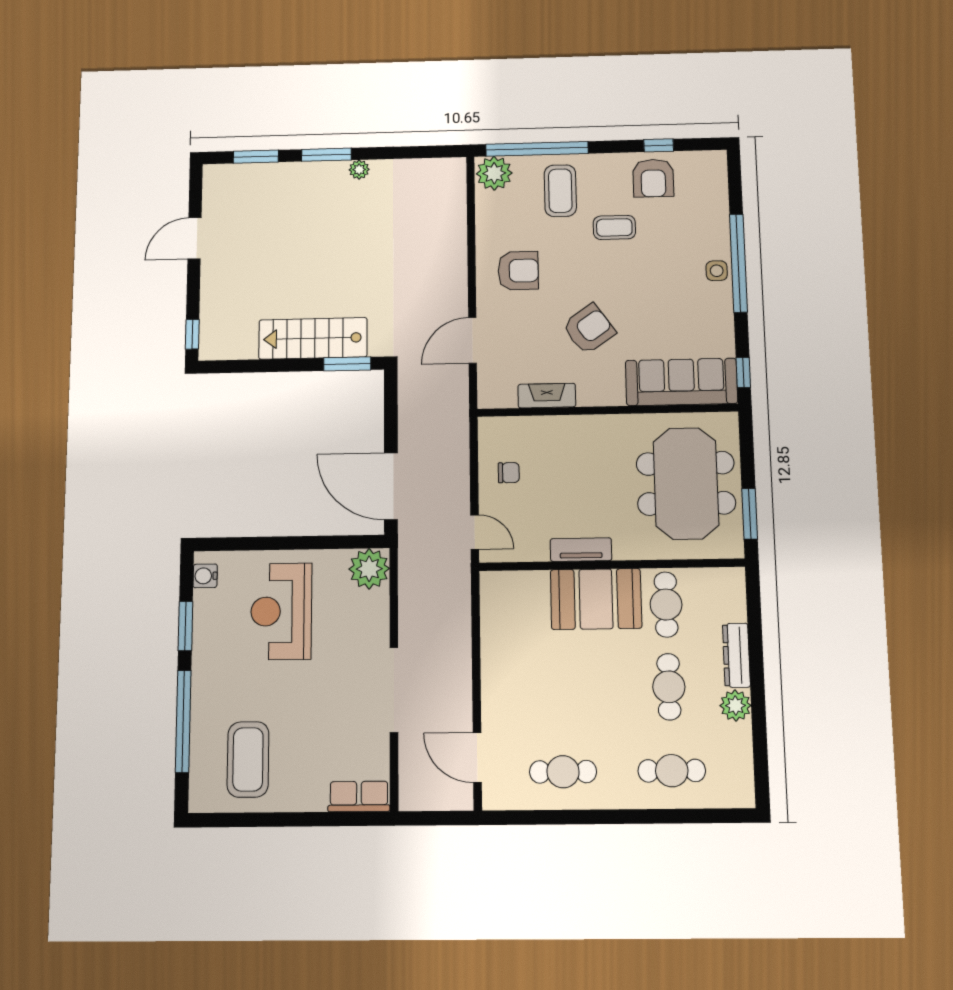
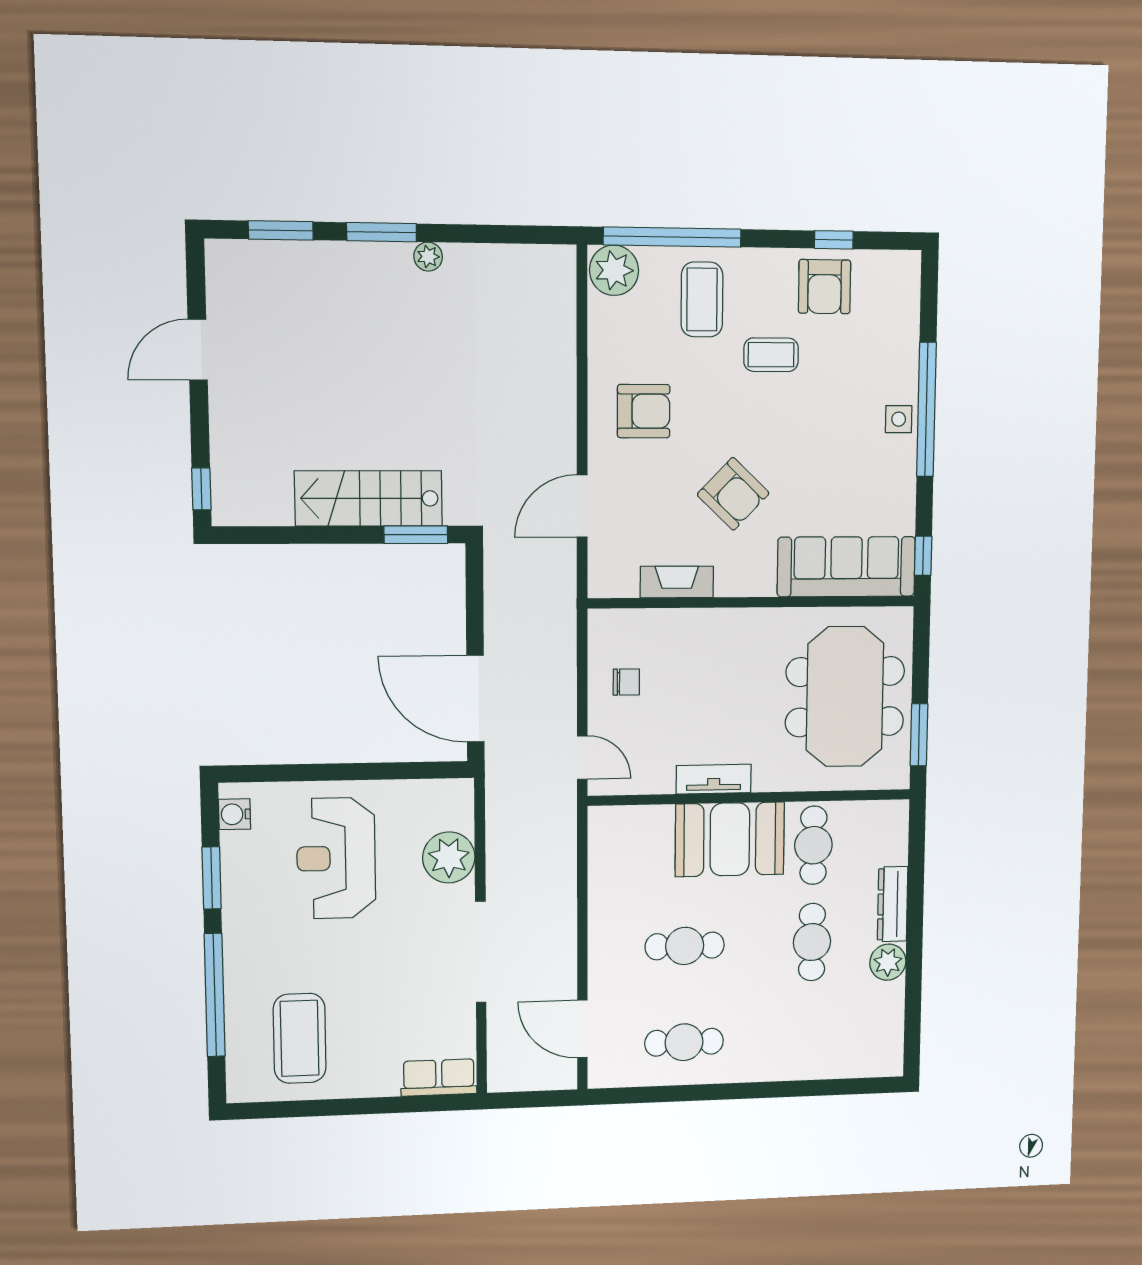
armchair: (589, 329) -> (733, 494), turned 79
plant: (369, 569) -> (449, 857), moved
cafe table: (672, 771) -> (685, 946), moved

